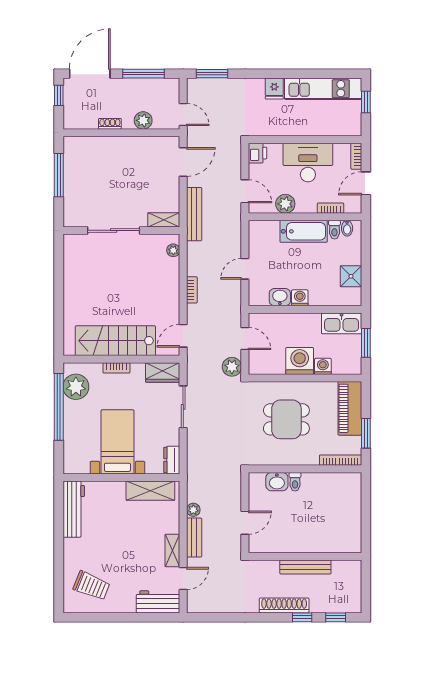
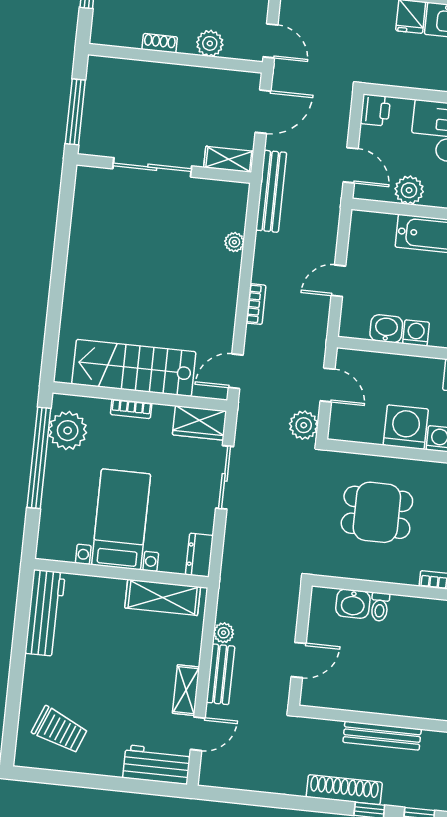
shelving: (164, 220) -> (229, 159), moved
sliding door: (114, 230) -> (152, 167), moved
wall: (121, 230) -> (164, 168), moved

